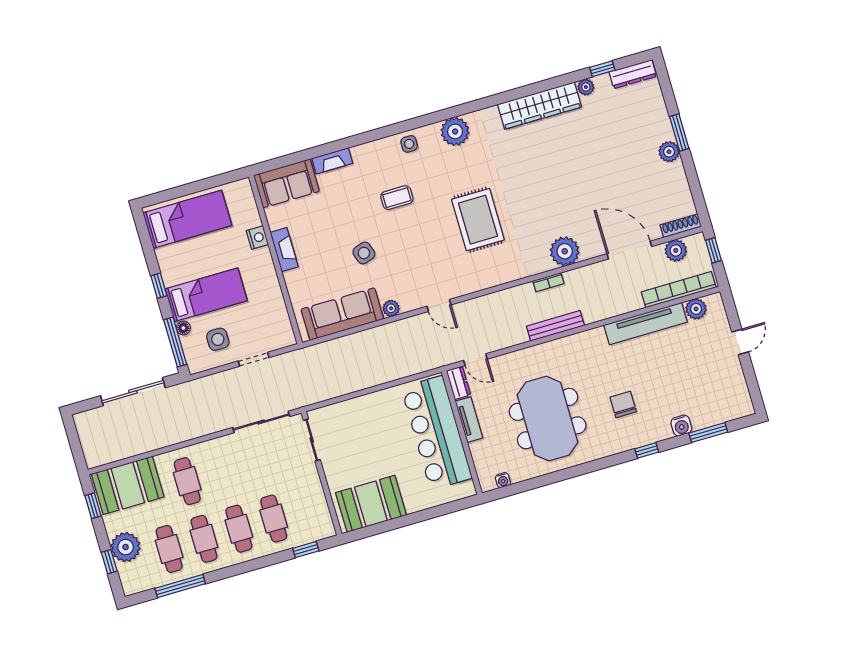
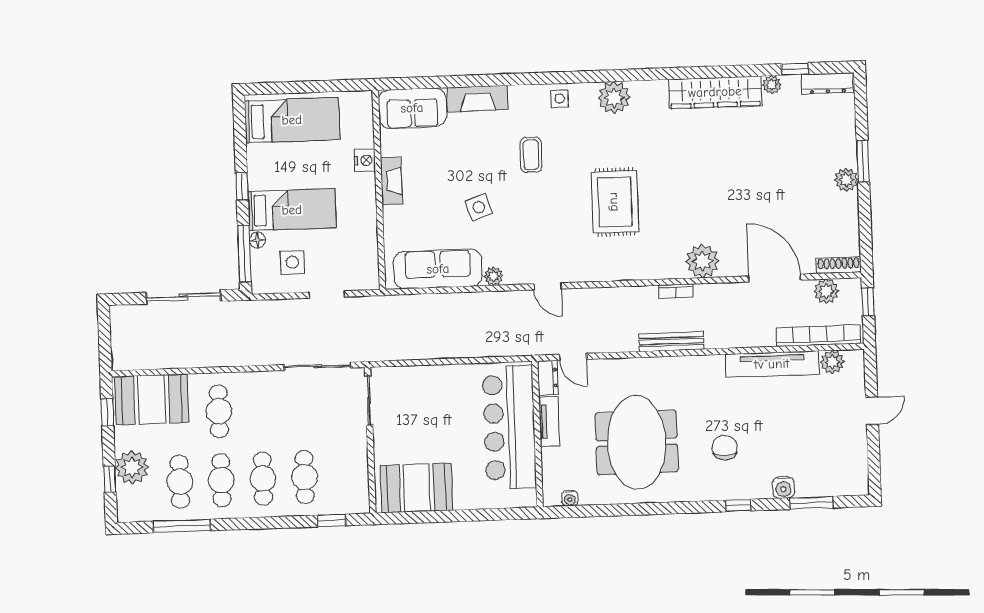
fireplace: (332, 161) -> (478, 99), width x1.37, depth x1.32
coffee table: (397, 198) -> (531, 155), turned 90

